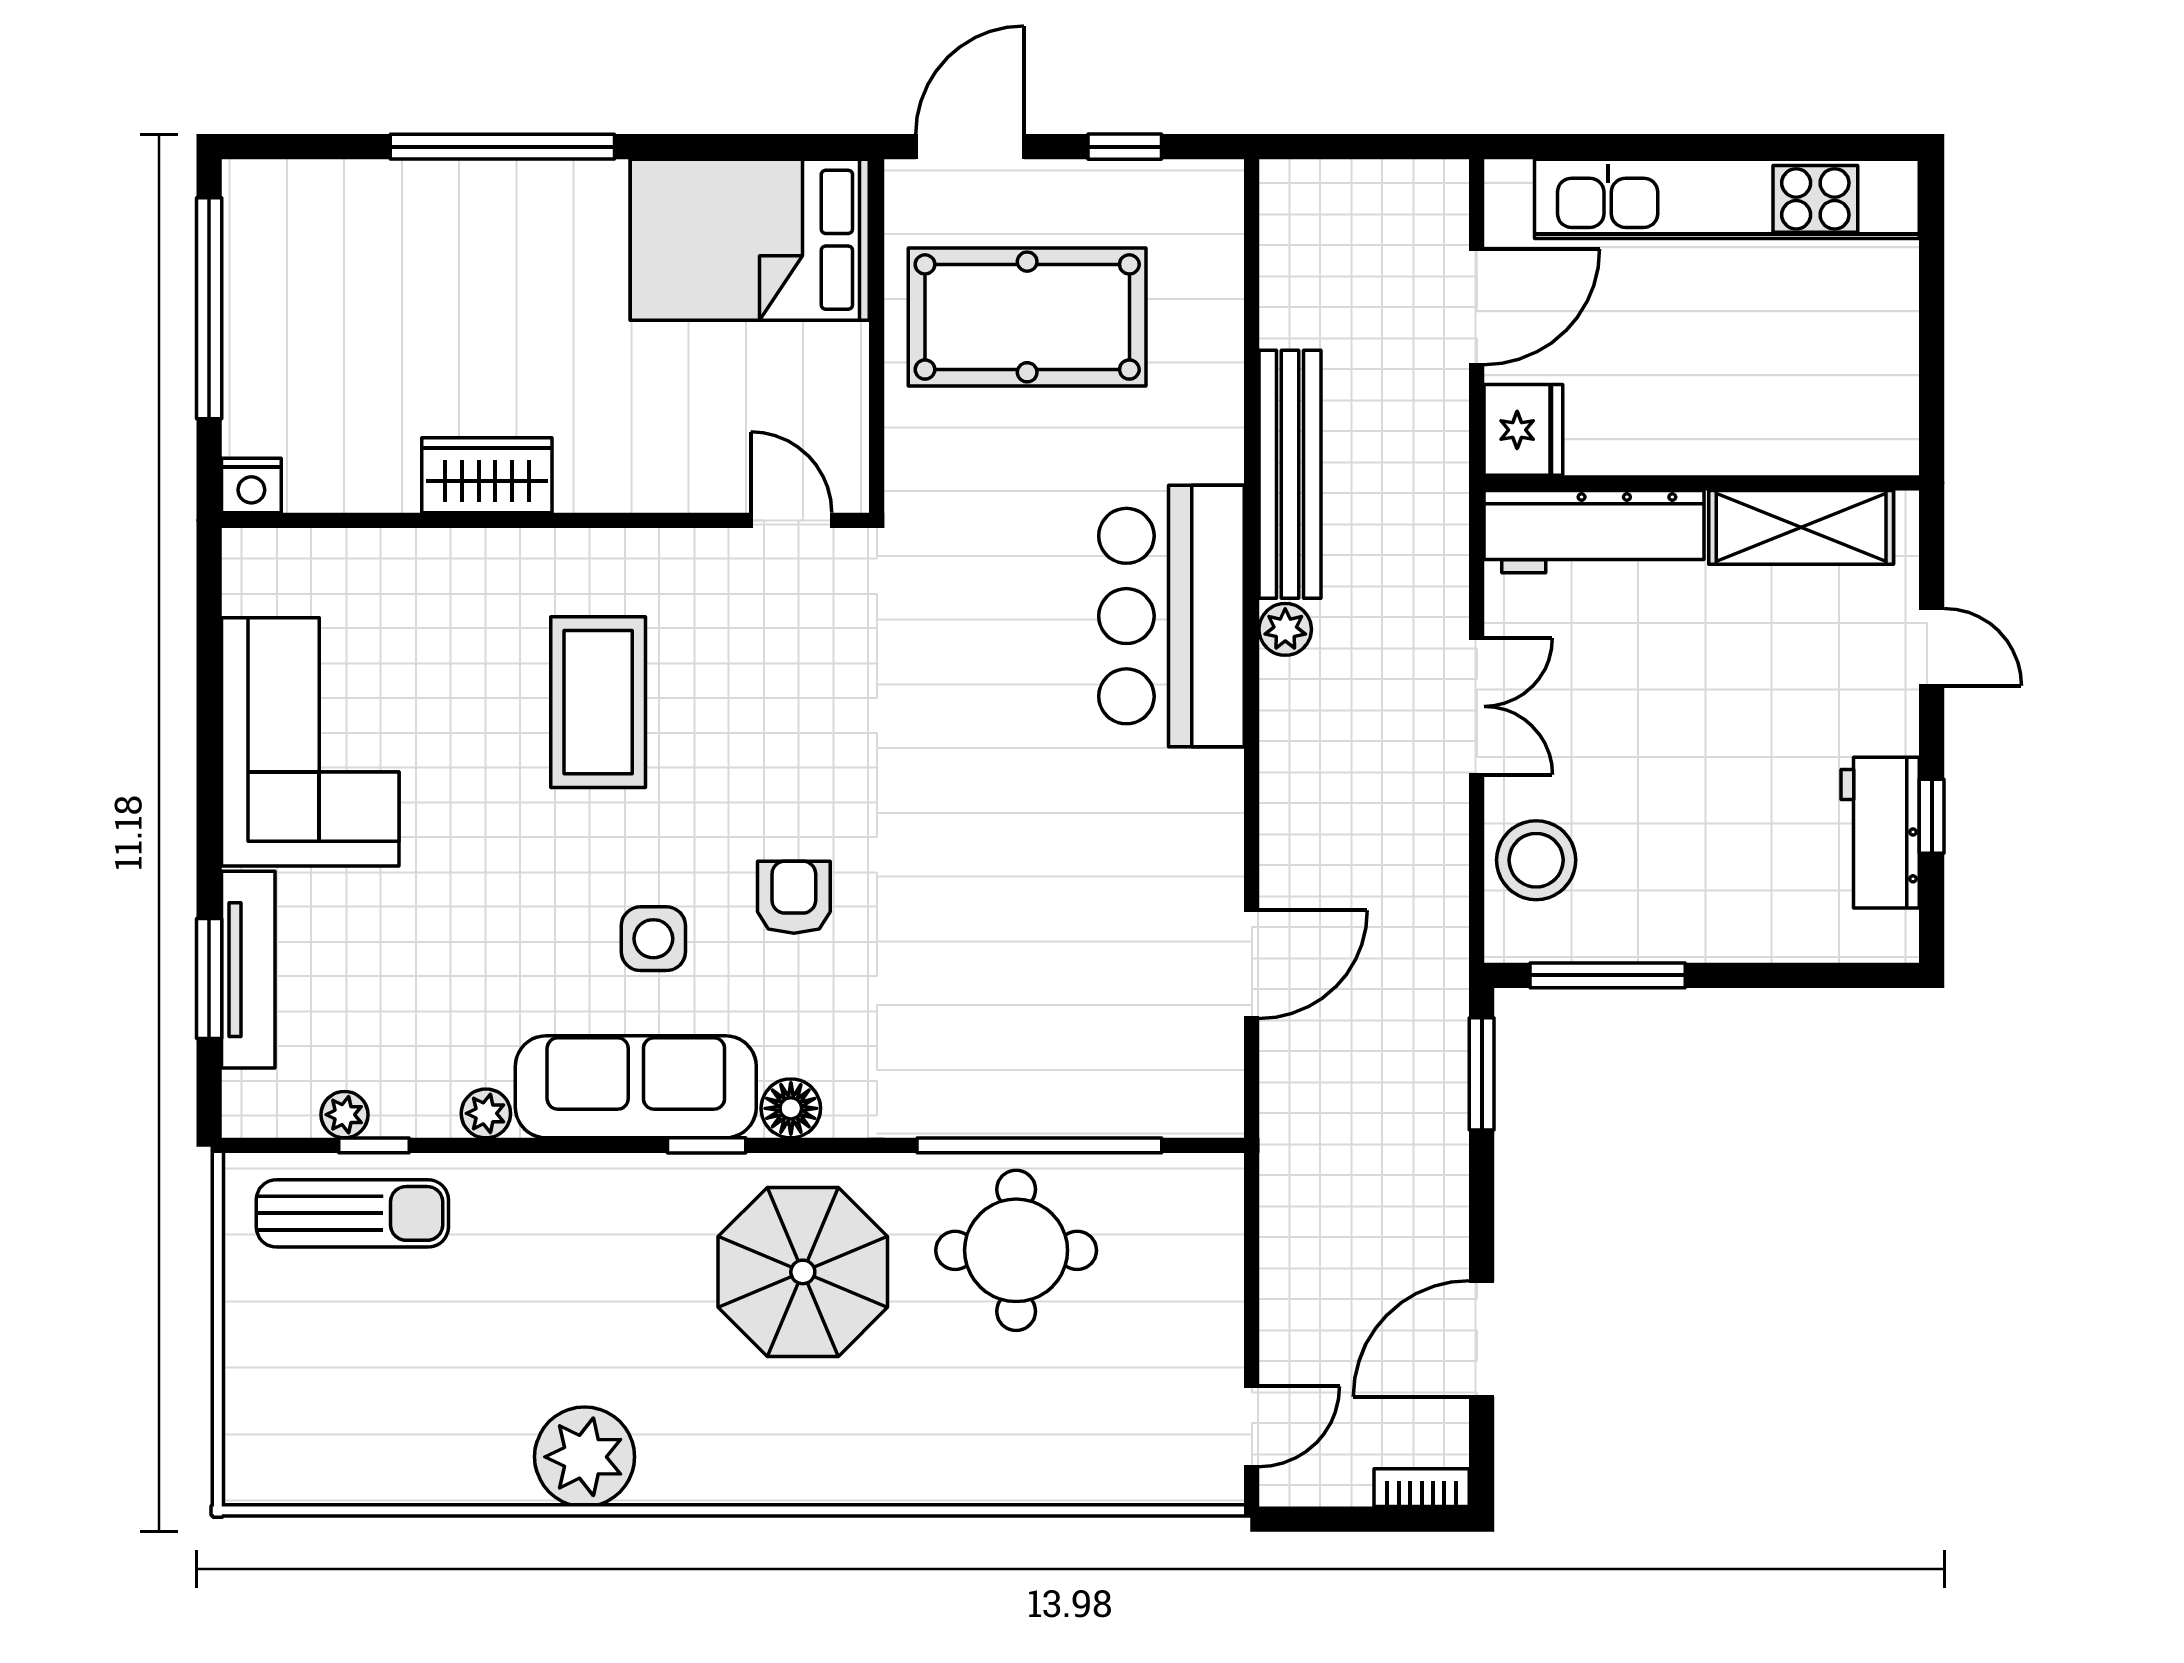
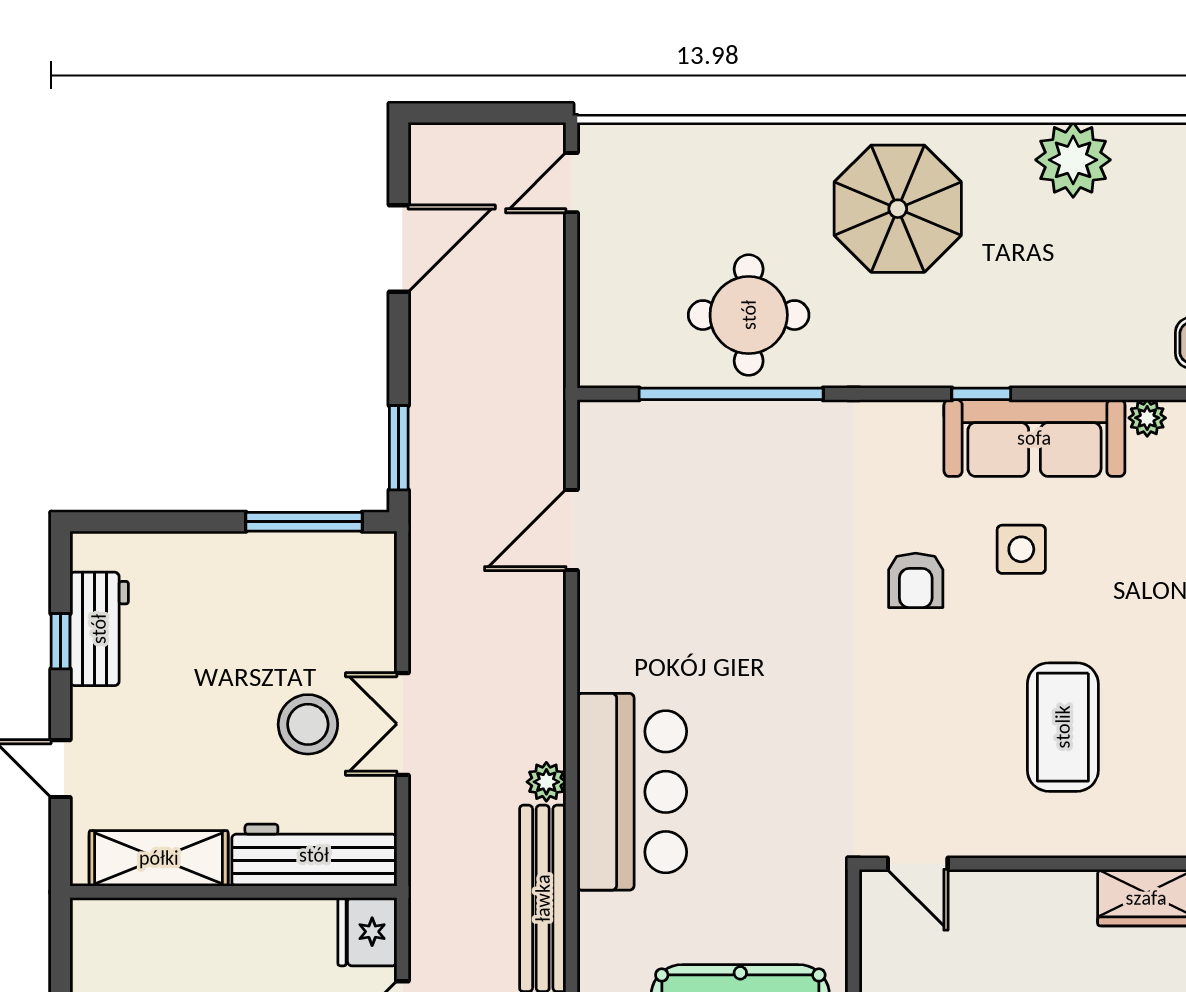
stool: (1536, 860) -> (308, 724), moved
floor lamp: (791, 1108) -> (918, 422), removed
parasol: (803, 1272) -> (898, 209), moved
bookcase: (1422, 1488) -> (444, 137), removed

